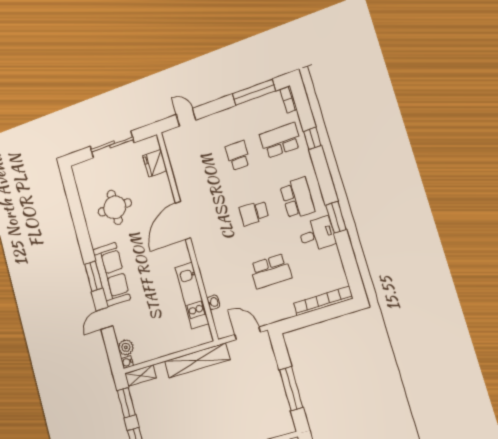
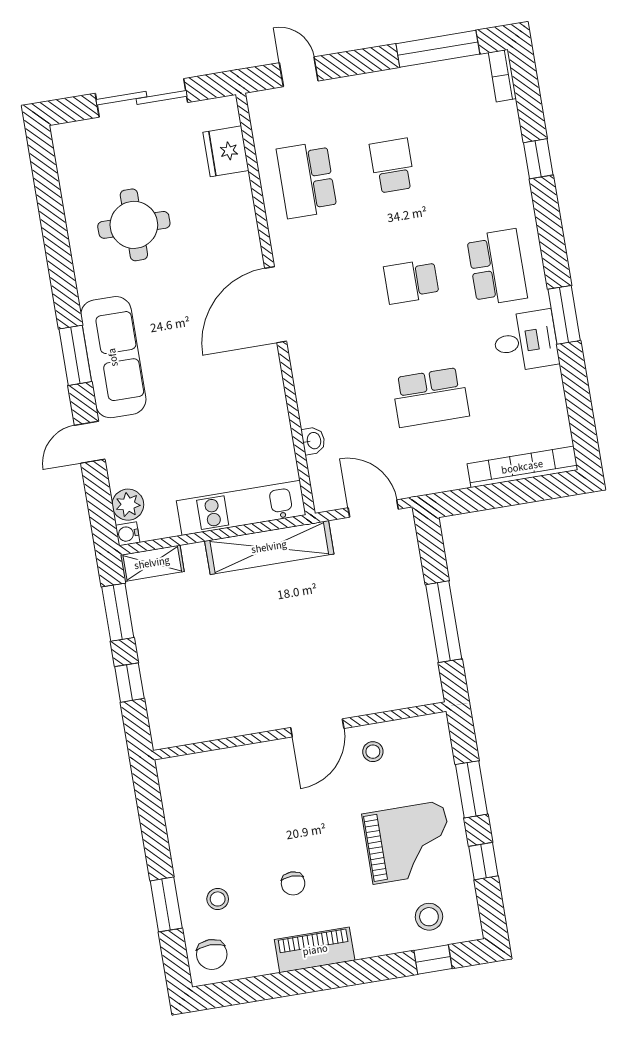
school desk: (280, 140) -> (307, 180), moved, turned -90
door: (183, 220) -> (276, 305), moved
kitchen unit: (192, 296) -> (241, 508), moved, turned 90

